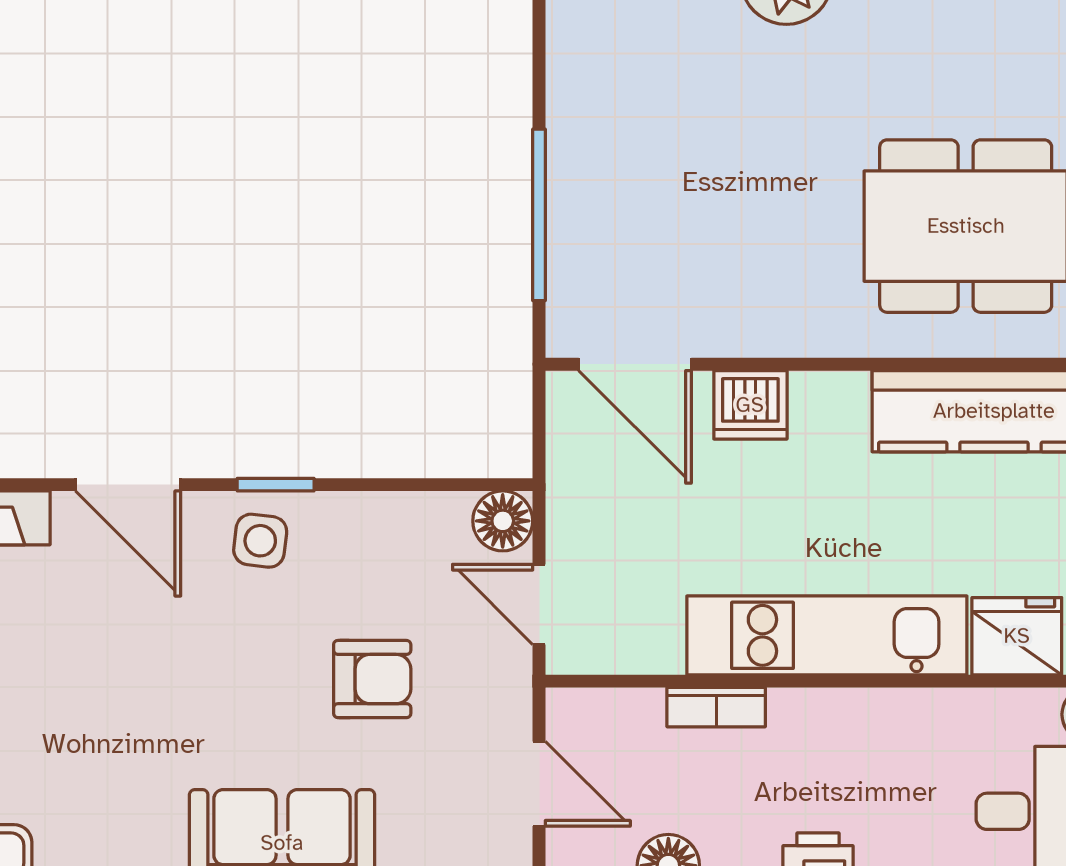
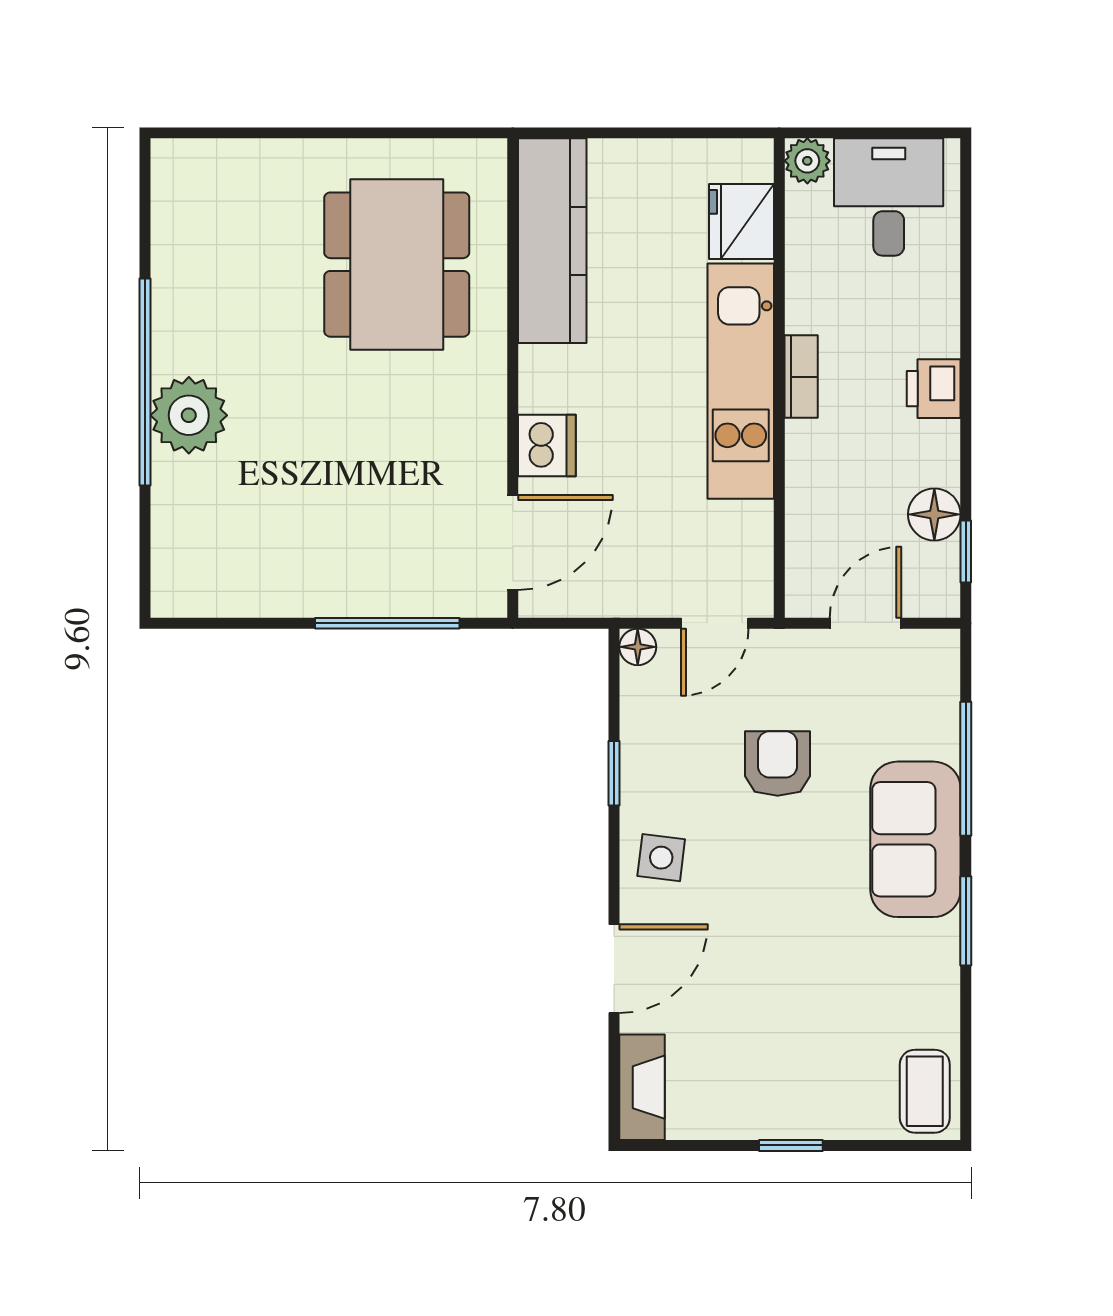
window: (276, 485) -> (614, 773), moved
floor lamp: (503, 521) -> (638, 647), width x0.73, depth x0.73
bookcase: (716, 707) -> (801, 377), moved

